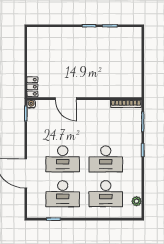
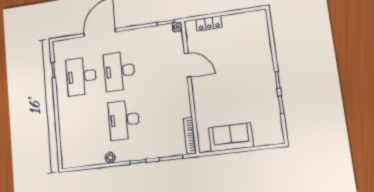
sofa: (131, 70) -> (231, 137), added
locker: (32, 87) -> (209, 23), moved
door: (66, 99) -> (188, 65), swing flipped
desk: (106, 194) -> (85, 125), removed
plant: (137, 201) -> (110, 158), moved

